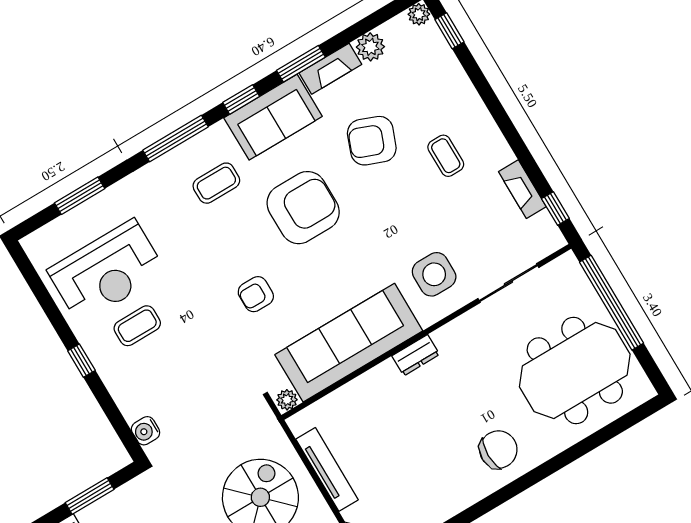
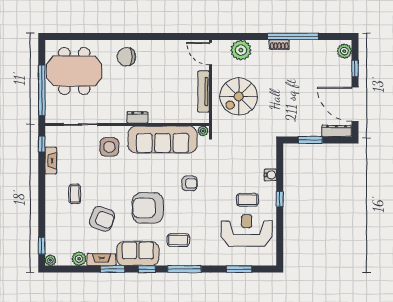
water cooler: (146, 431) -> (270, 175), moved

